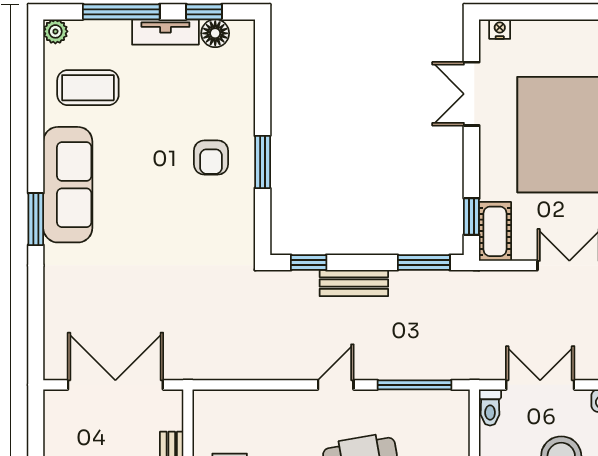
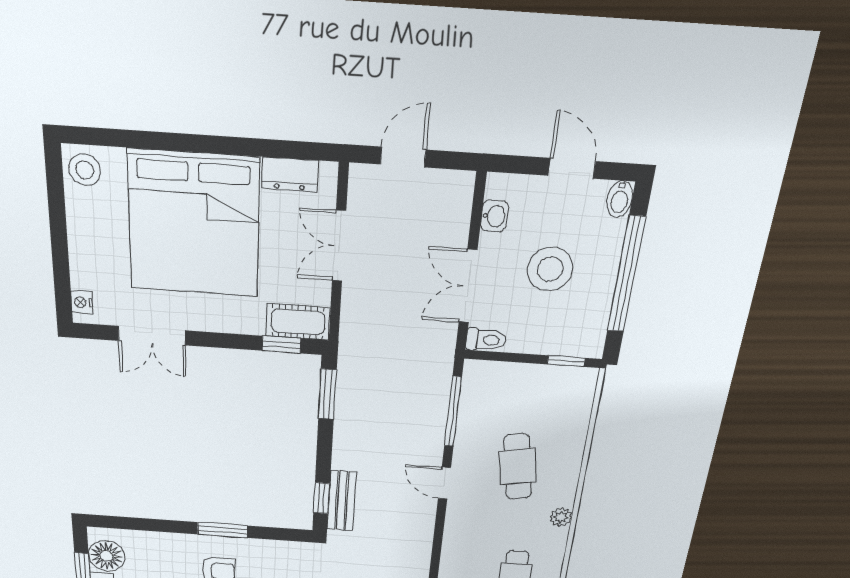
floor lamp: (215, 33) -> (107, 556), width x1.38, depth x1.38
bench: (354, 283) -> (342, 501), moved

